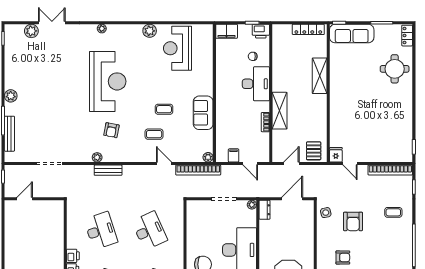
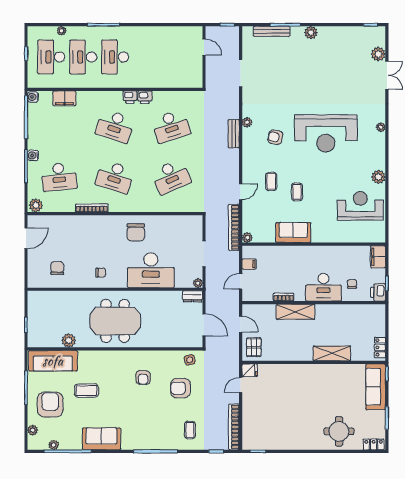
locker: (308, 29) -> (380, 347), width x0.66
pallet: (314, 151) -> (254, 347), turned 90

